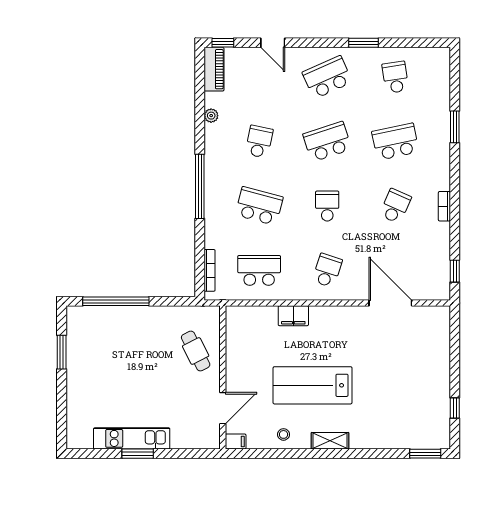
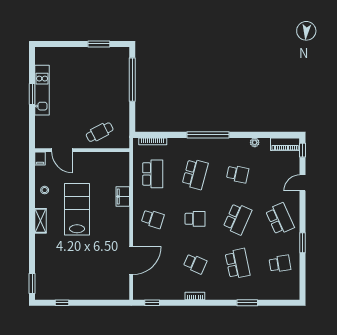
school desk: (327, 142) -> (237, 219), turned 42

